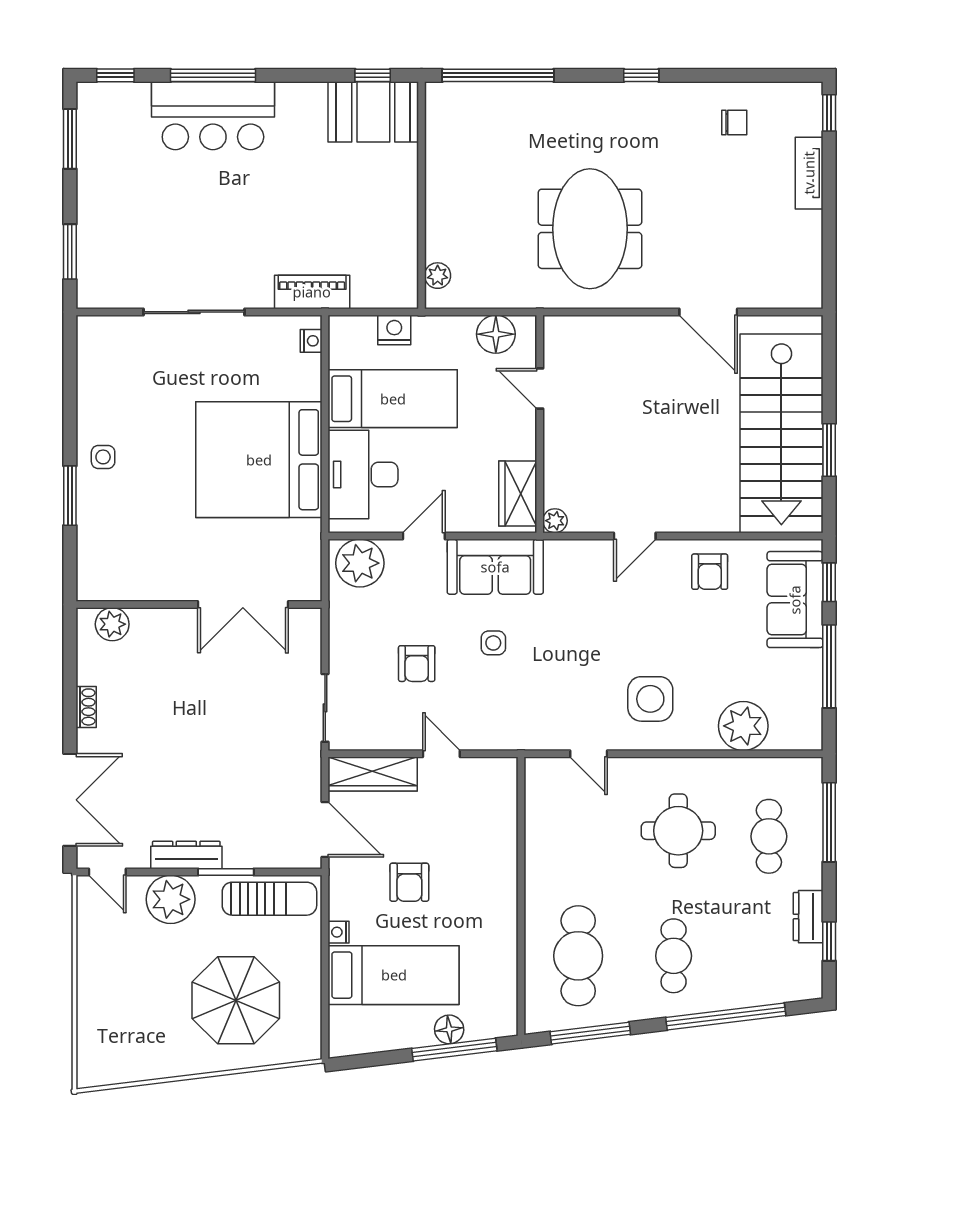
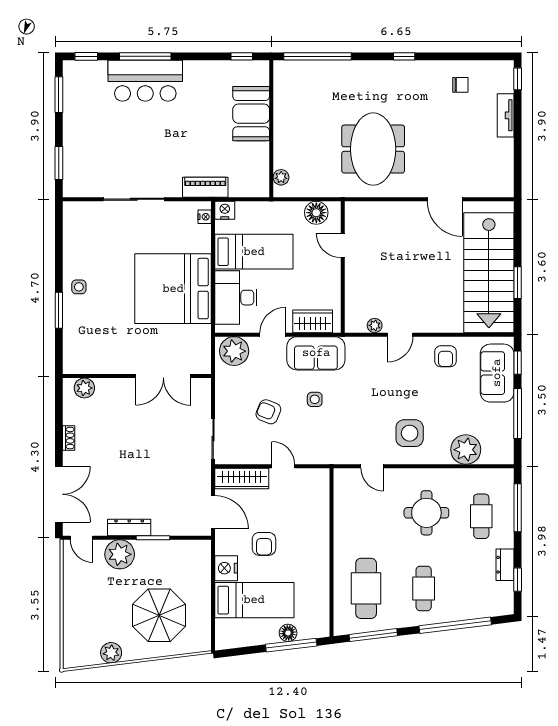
booth: (373, 112) -> (251, 114), moved, turned 90
nightstand: (394, 330) -> (225, 210), moved
wardrobe: (518, 494) -> (313, 321), moved, turned 90
plant: (555, 521) -> (375, 325), moved
armchair: (417, 664) -> (268, 412), turned 112
sun lounger: (269, 899) -> (179, 554), removed
nightstand: (339, 932) -> (226, 568), width x1.89, depth x1.79
plant: (156, 1062) -> (111, 653), added

